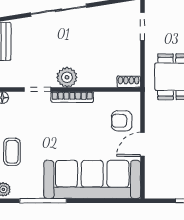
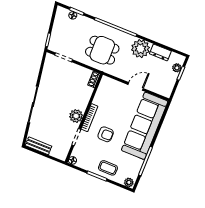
armchair: (122, 121) -> (106, 134), moved, turned -90
door: (142, 144) -> (136, 86), swing flipped

